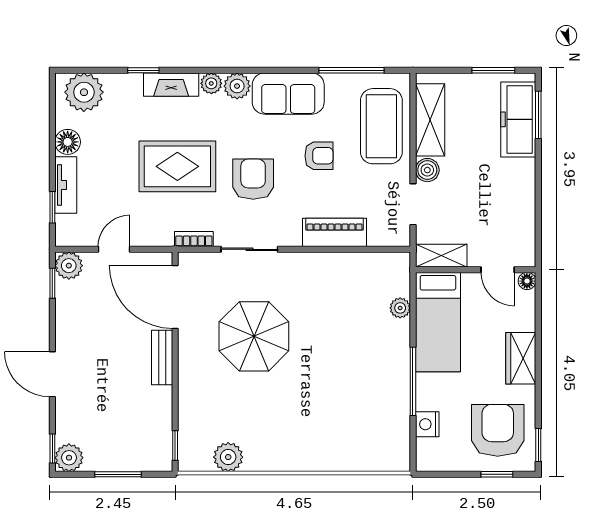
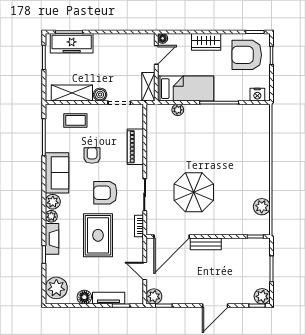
coffee table: (381, 126) -> (75, 120), width x0.54, depth x0.58
nightstand: (427, 424) -> (257, 95), moved

